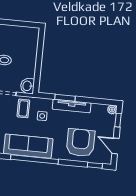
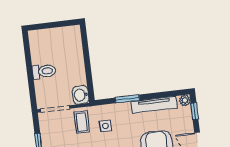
tv unit: (72, 106) -> (154, 105), moved

